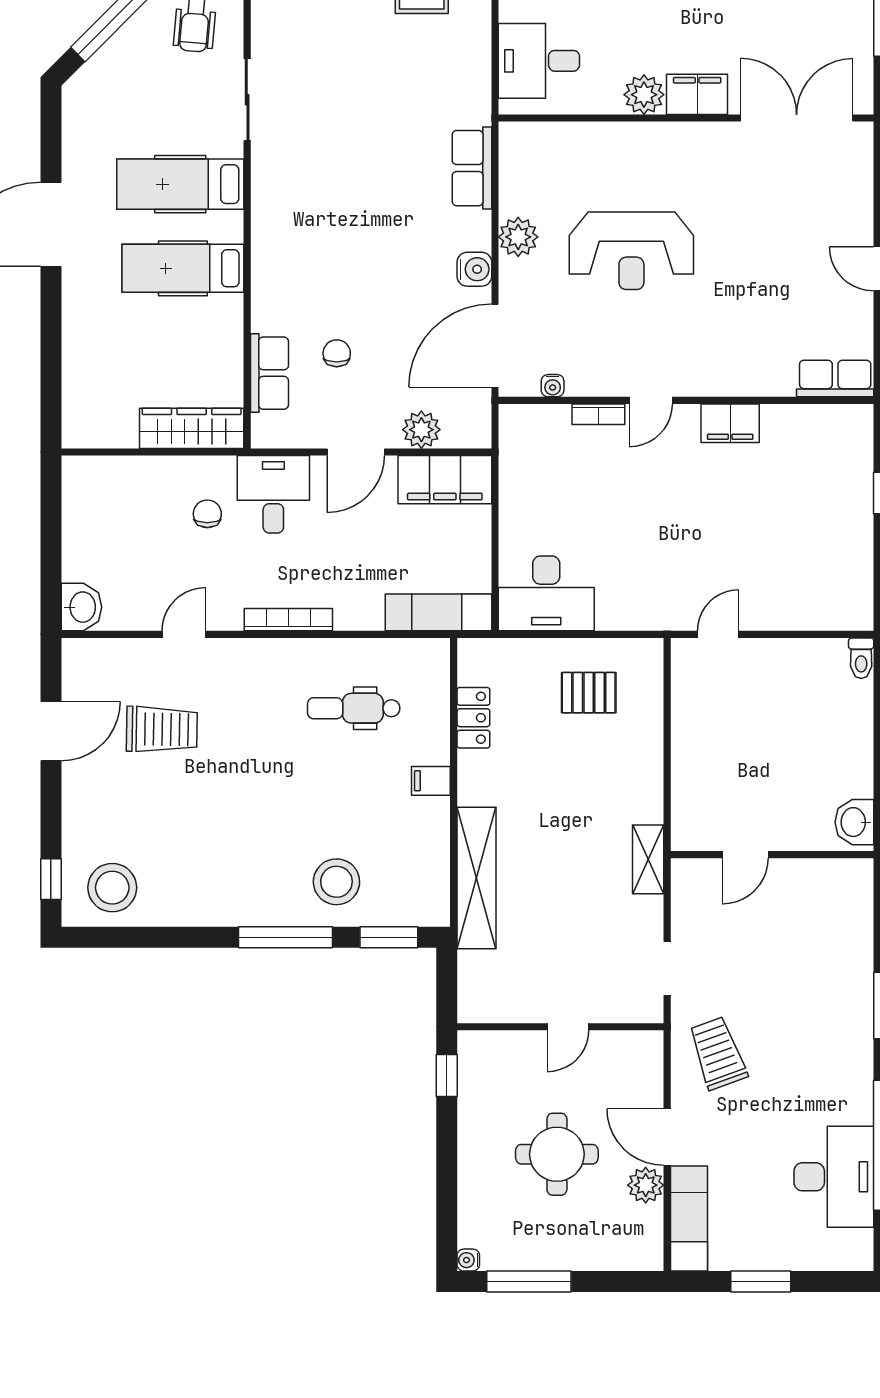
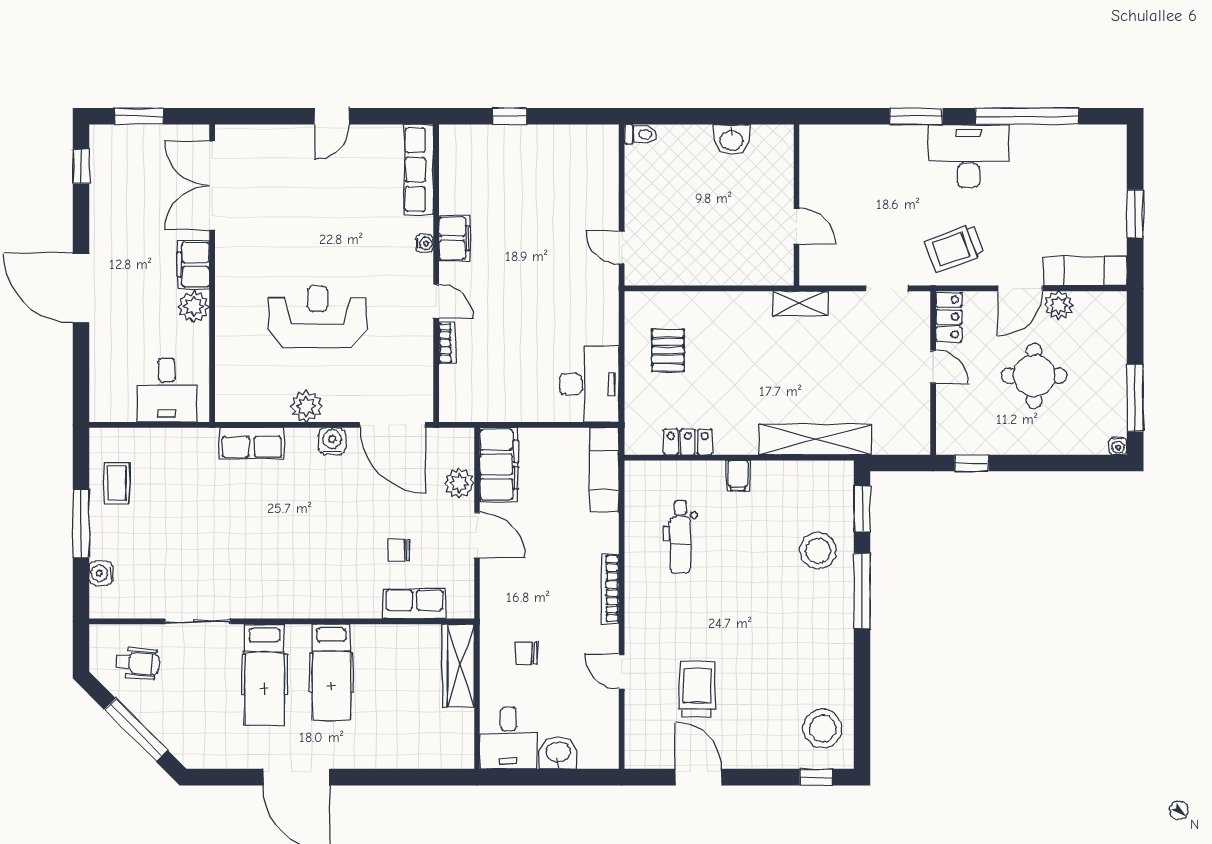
reception desk: (631, 251) -> (317, 317), turned -90
row of seats: (835, 378) -> (419, 170), width x1.48
water cooler: (553, 386) -> (424, 244), moved
desk: (273, 494) -> (508, 738), moved, turned -90
washbasin: (81, 607) -> (558, 753), moved
washbasin: (854, 822) -> (731, 140), moved
locker: (631, 1047) -> (949, 317), added
desk: (834, 1177) -> (969, 156), moved

